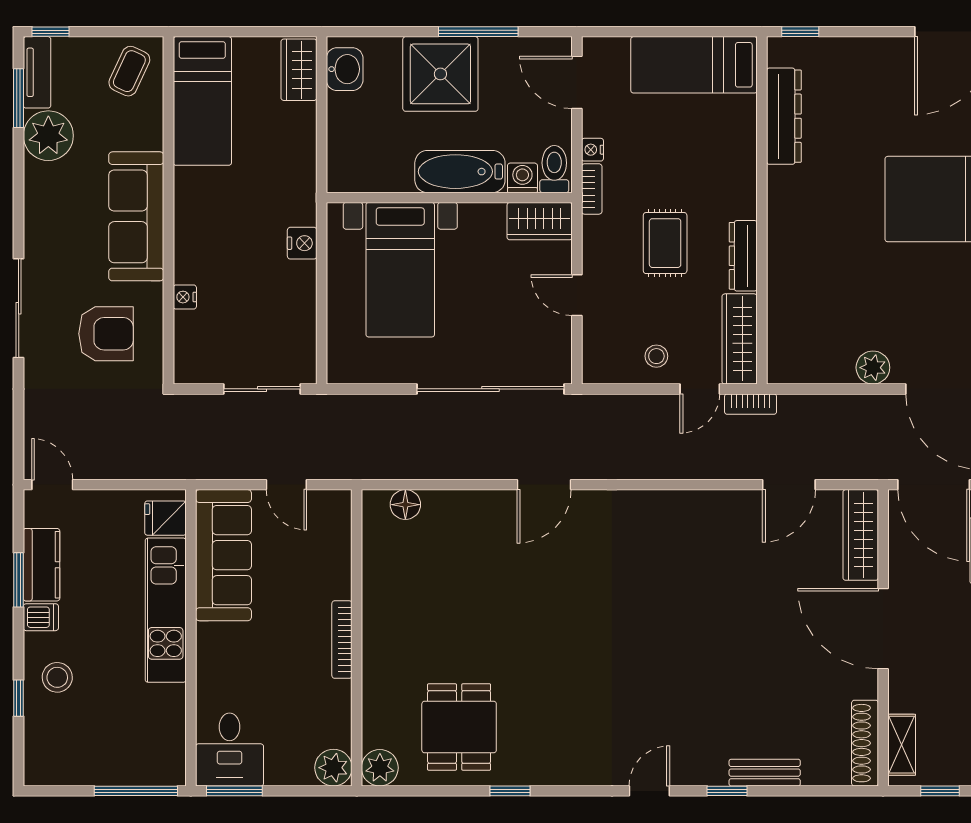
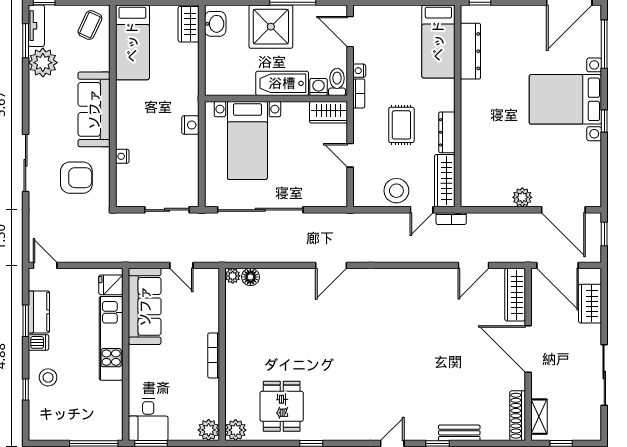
bed: (694, 65) -> (438, 41), moved, turned -90
stool: (656, 356) -> (396, 191), width x1.89, depth x1.89
sliding door: (491, 389) -> (260, 210), moved
plant: (375, 503) -> (233, 276), added

